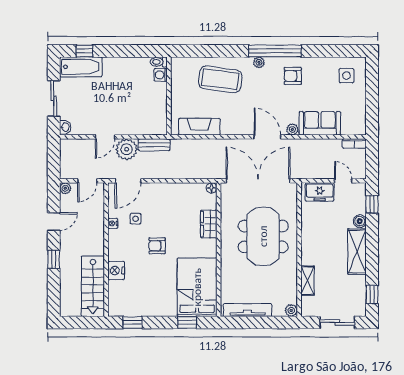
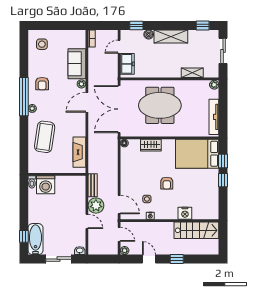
washing machine: (161, 75) -> (46, 185), width x1.89, depth x1.89
window: (132, 322) -> (223, 180), moved

